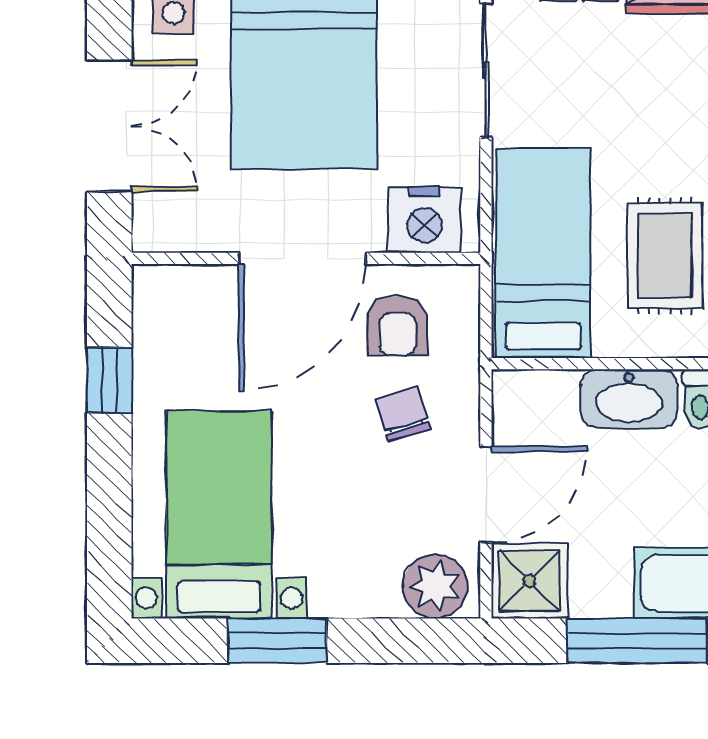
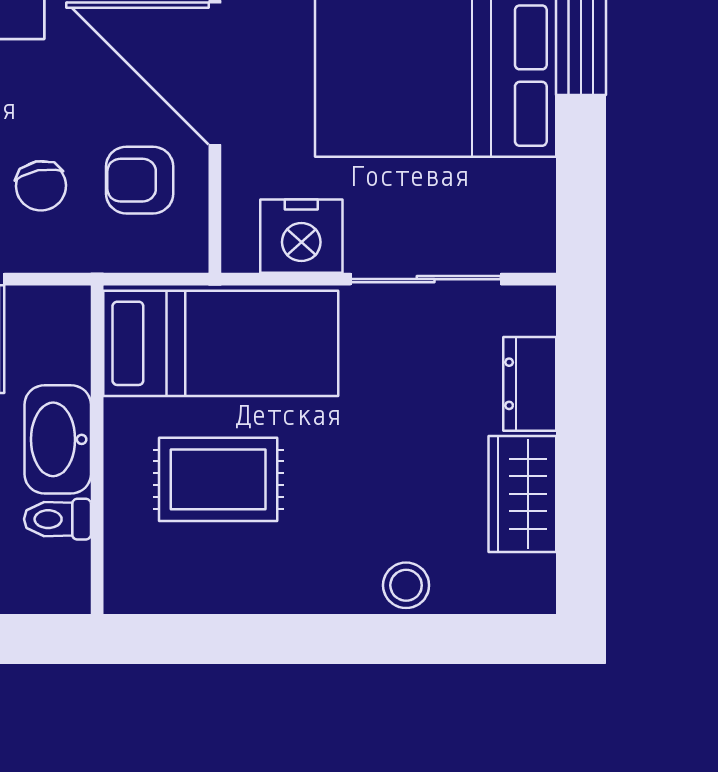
nightstand: (425, 220) -> (301, 236), moved, turned -90
chair: (403, 414) -> (41, 186), turned 95

